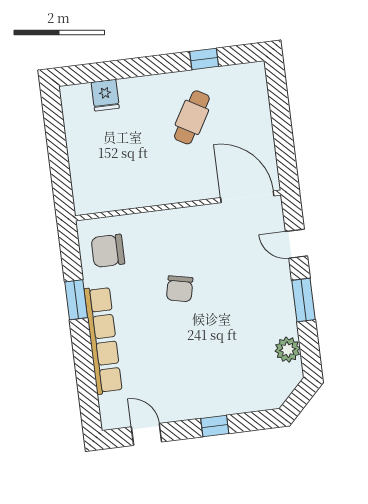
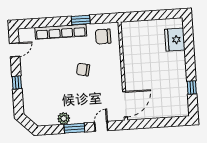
fridge: (105, 95) -> (175, 40), width x1.88, depth x1.34
cafe table: (192, 117) -> (164, 80), removed
chair: (108, 251) -> (103, 37), turned -90
plant: (288, 350) -> (64, 118), moved

